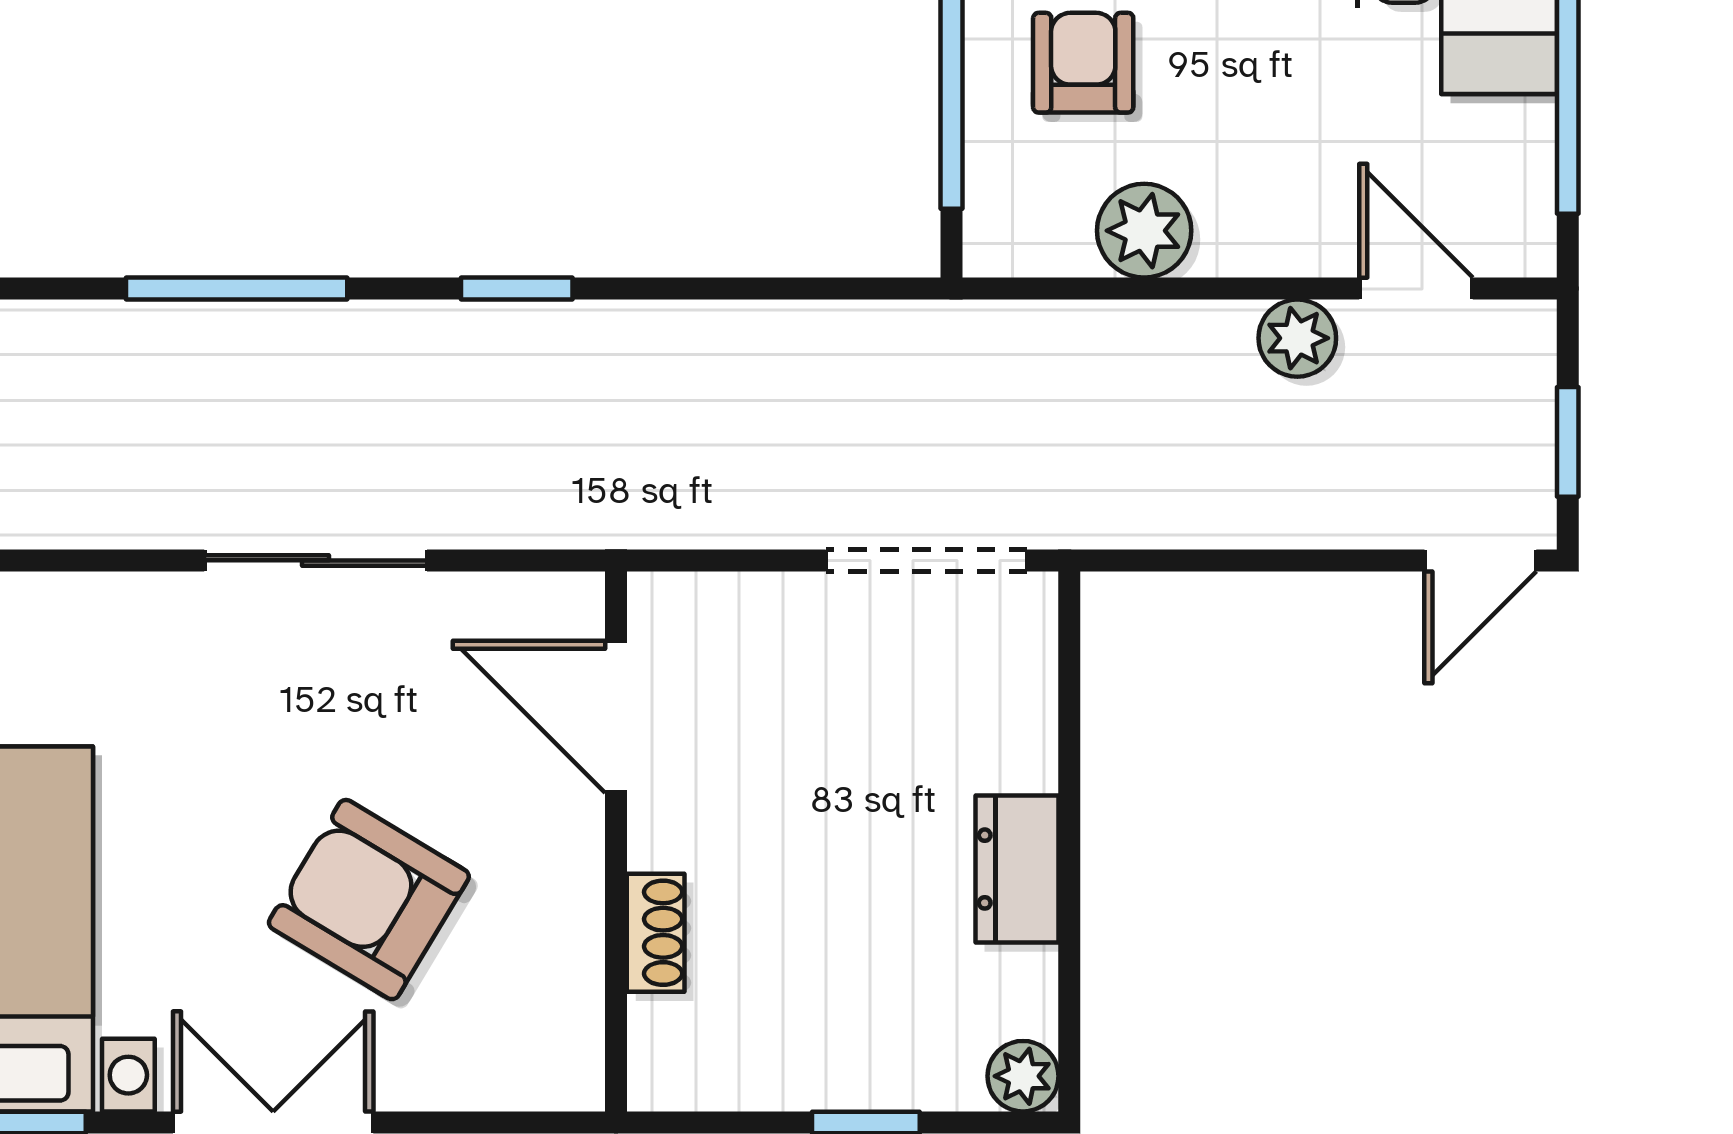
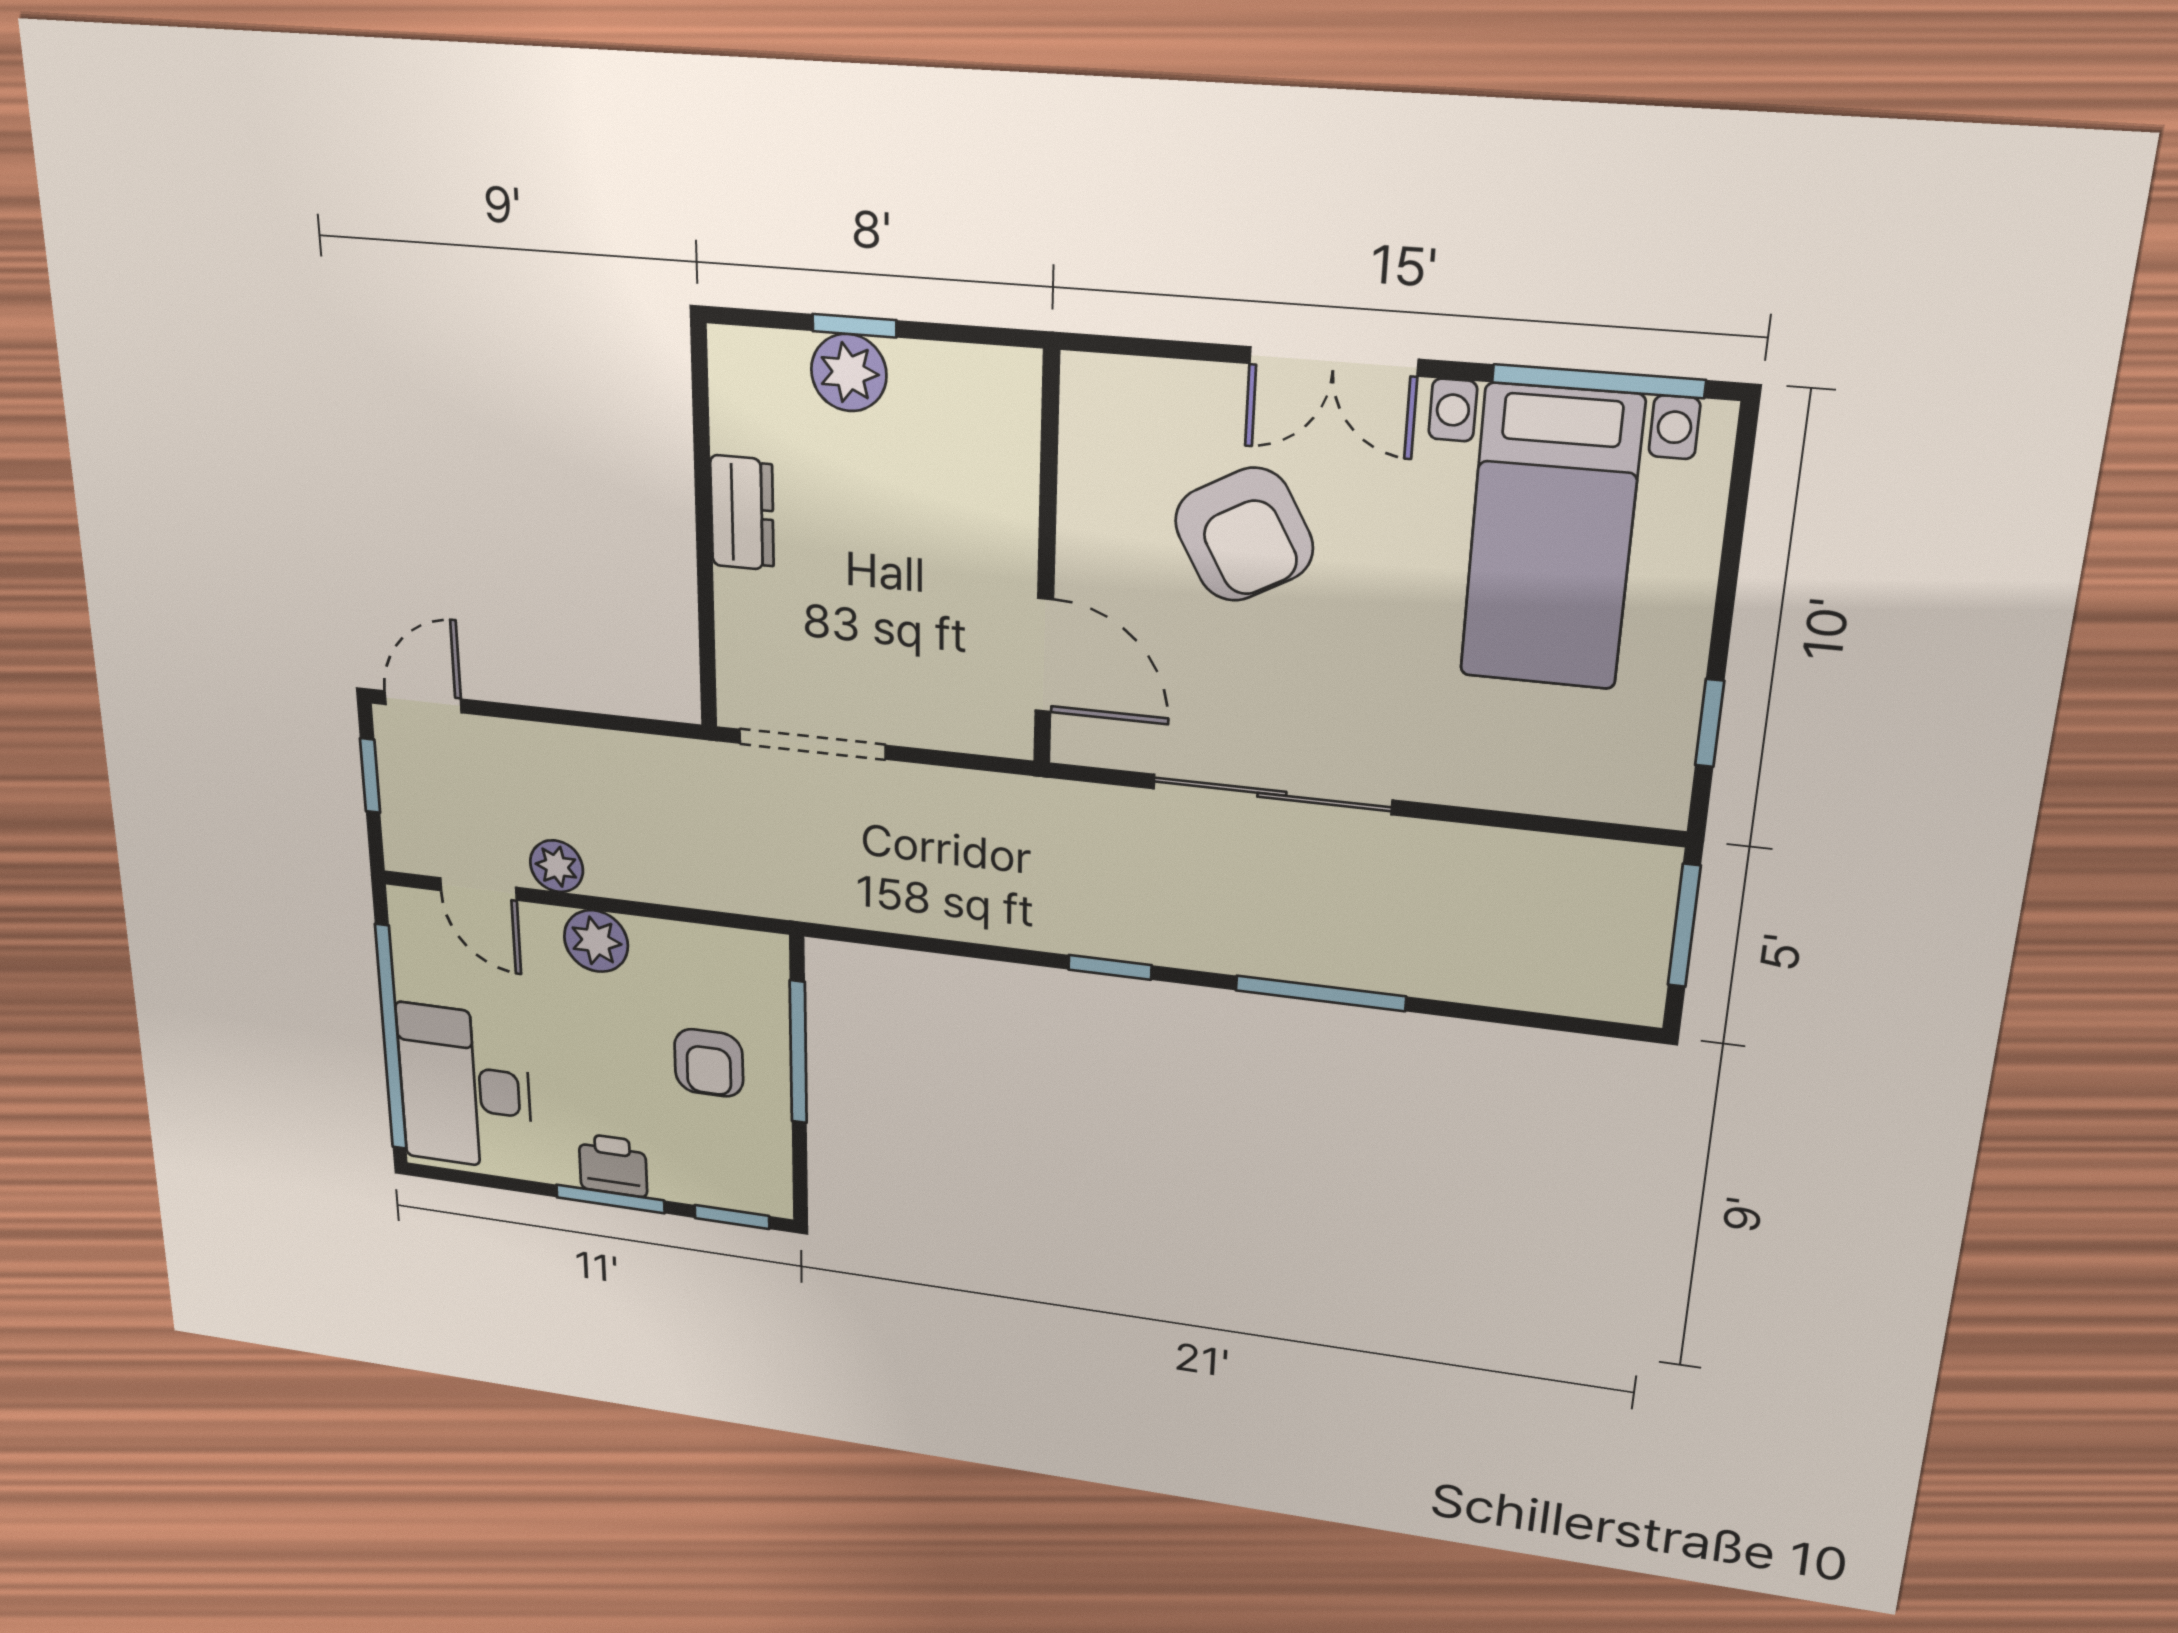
plant: (1144, 231) -> (596, 941), moved
sliding door: (316, 560) -> (1272, 794), width x1.37
armchair: (369, 900) -> (1244, 535), turned 30
shoe rack: (656, 933) -> (1017, 489), removed
plant: (1023, 1076) -> (849, 373), moved, width x1.38, depth x1.38

